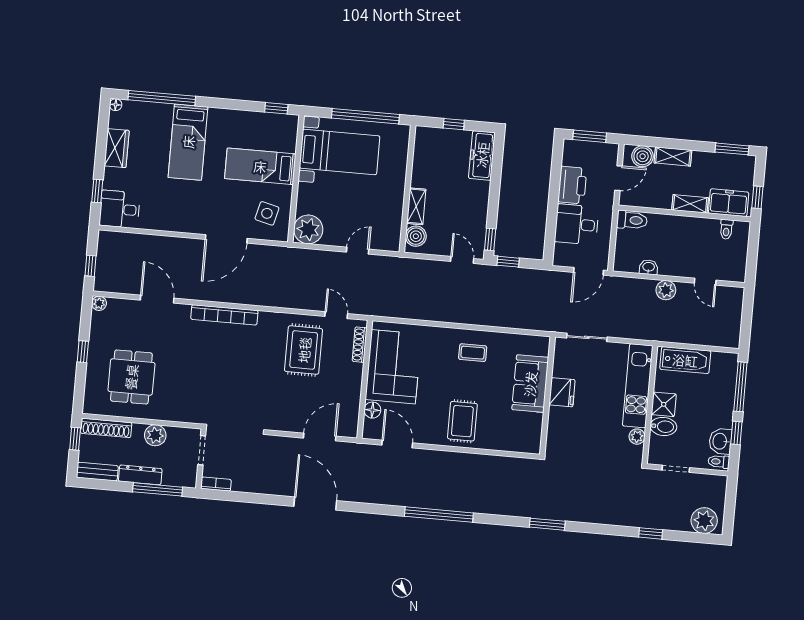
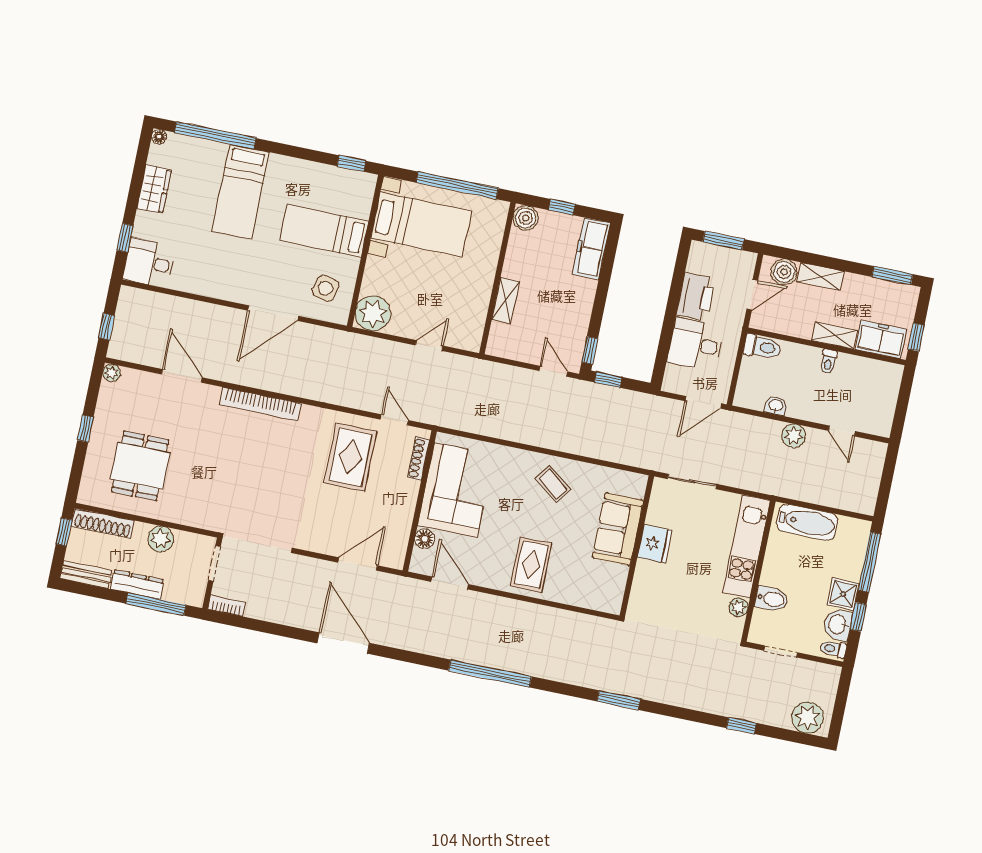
toilet: (726, 229) -> (828, 362), moved
boiler: (416, 236) -> (525, 218), moved
coffee table: (473, 353) -> (553, 484), turned 38
shower: (664, 404) -> (843, 594), moved

